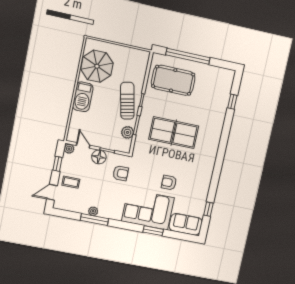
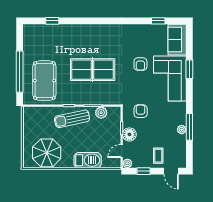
barbecue: (83, 97) -> (88, 160), moved
table tennis table: (174, 133) -> (93, 70), turned 90

